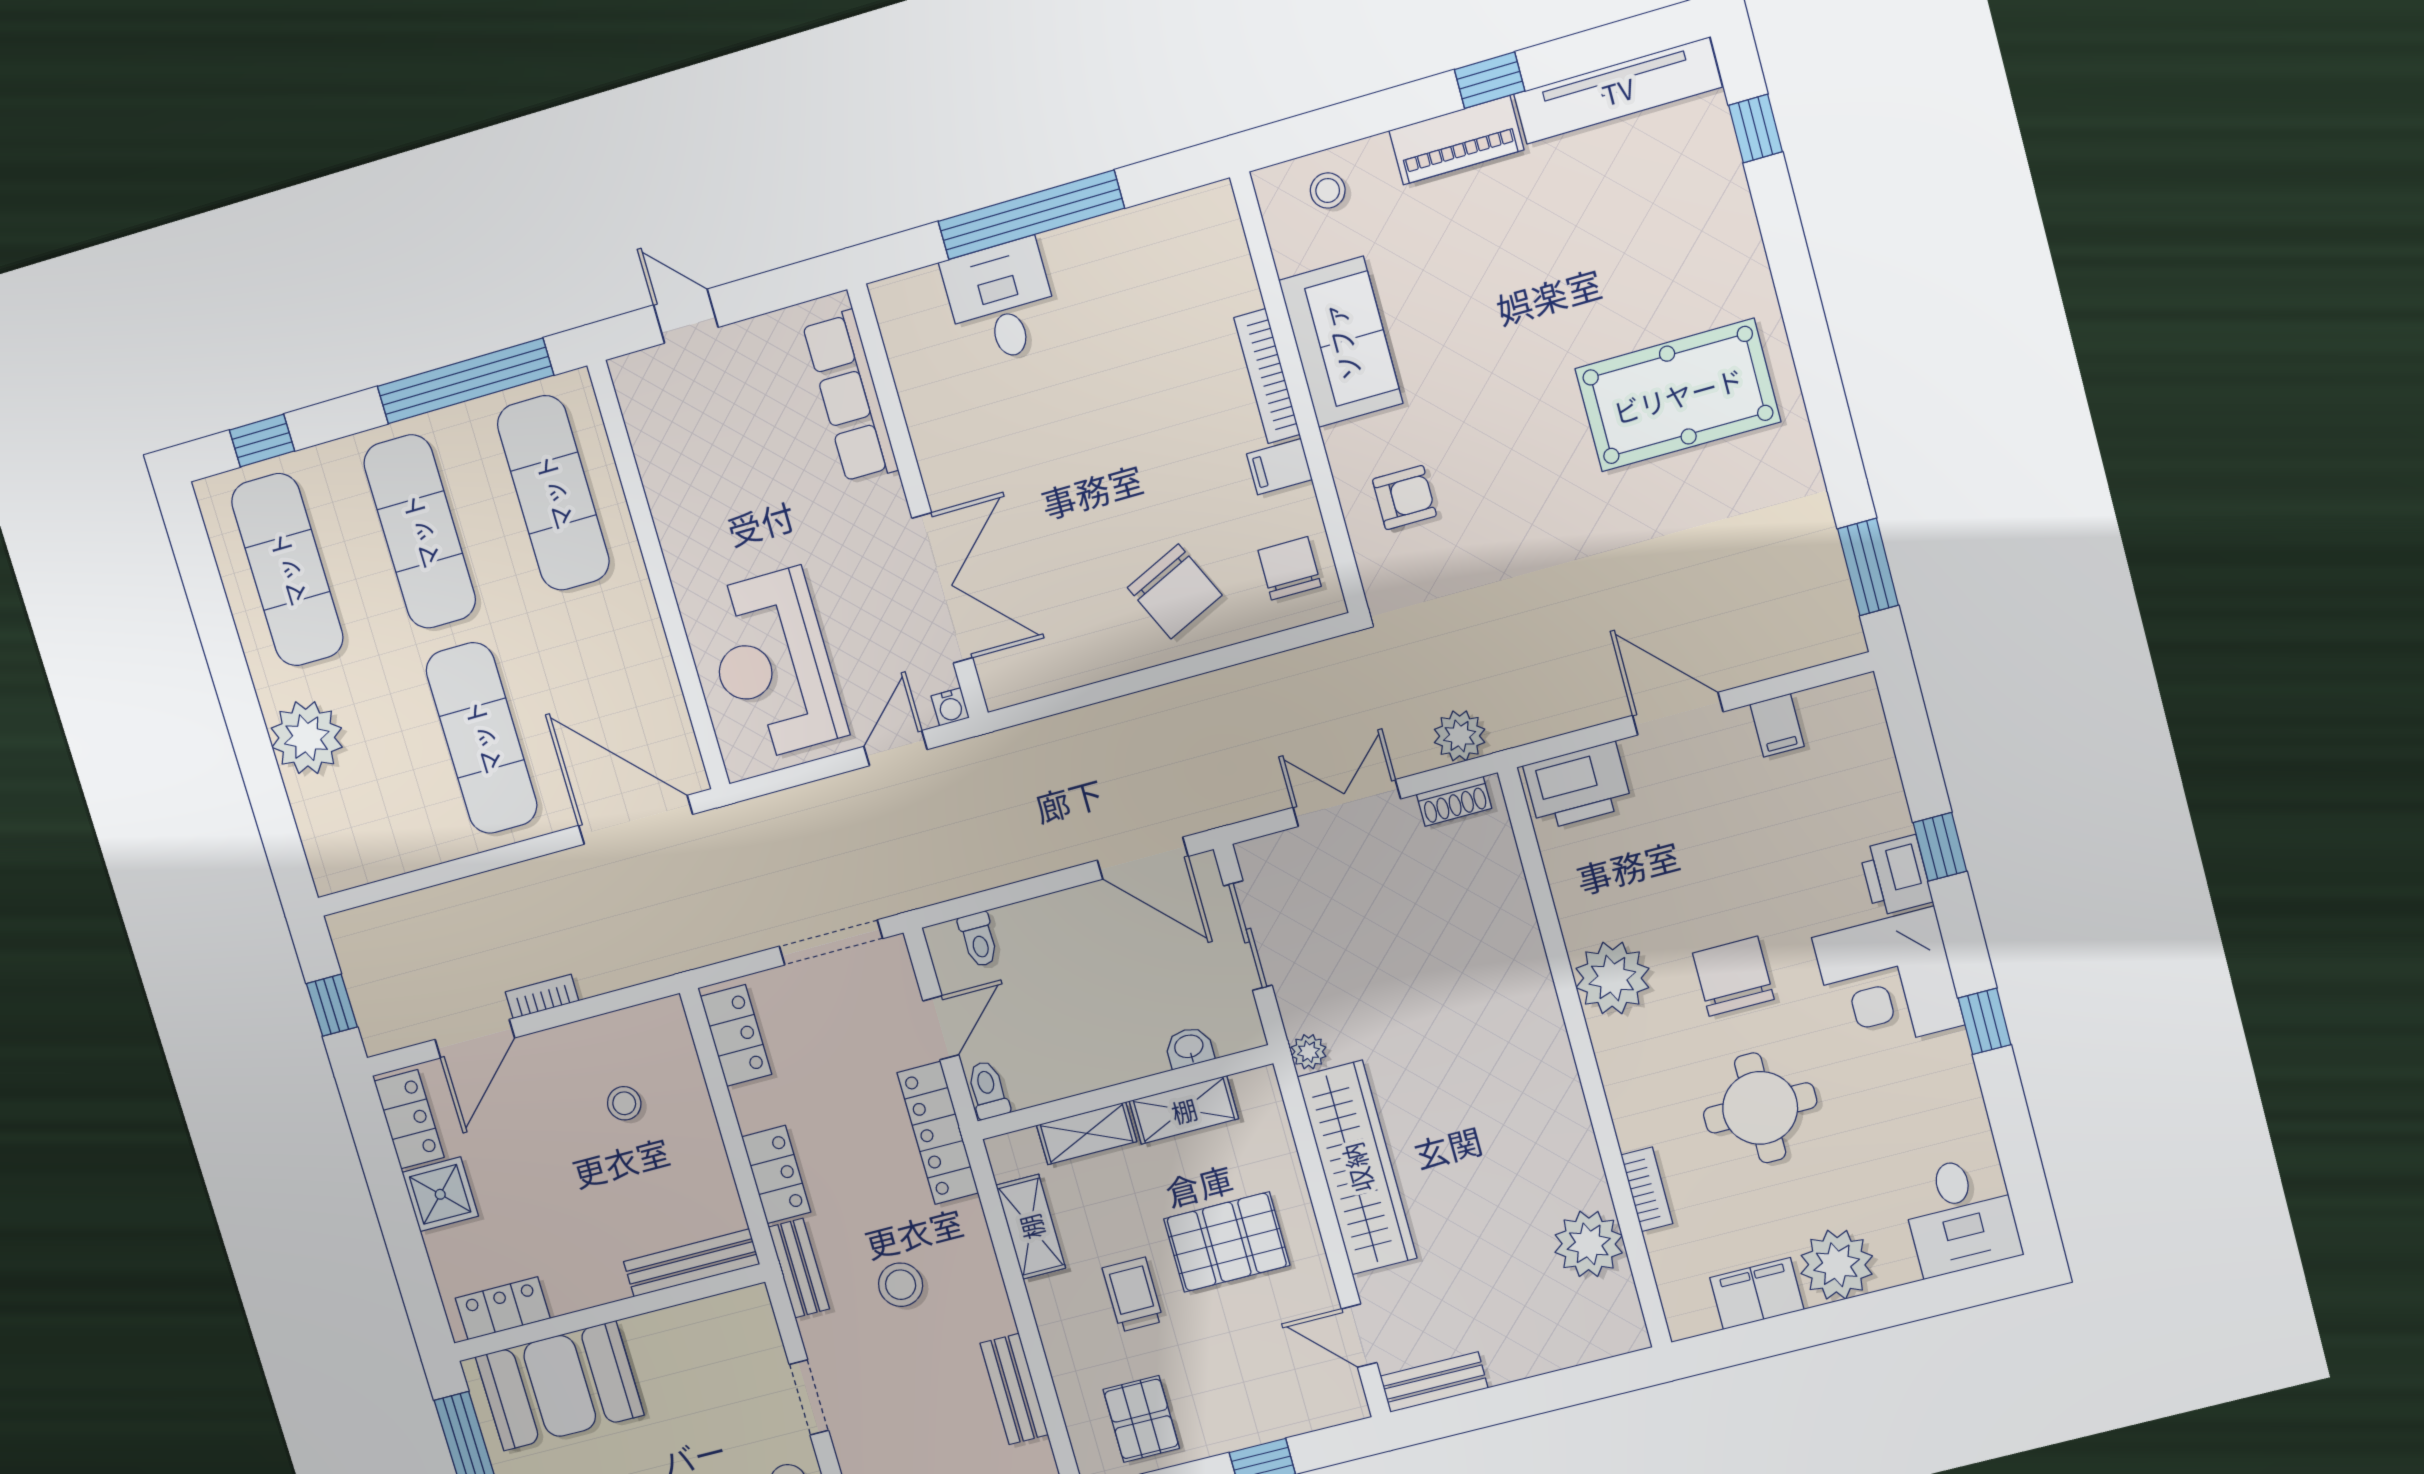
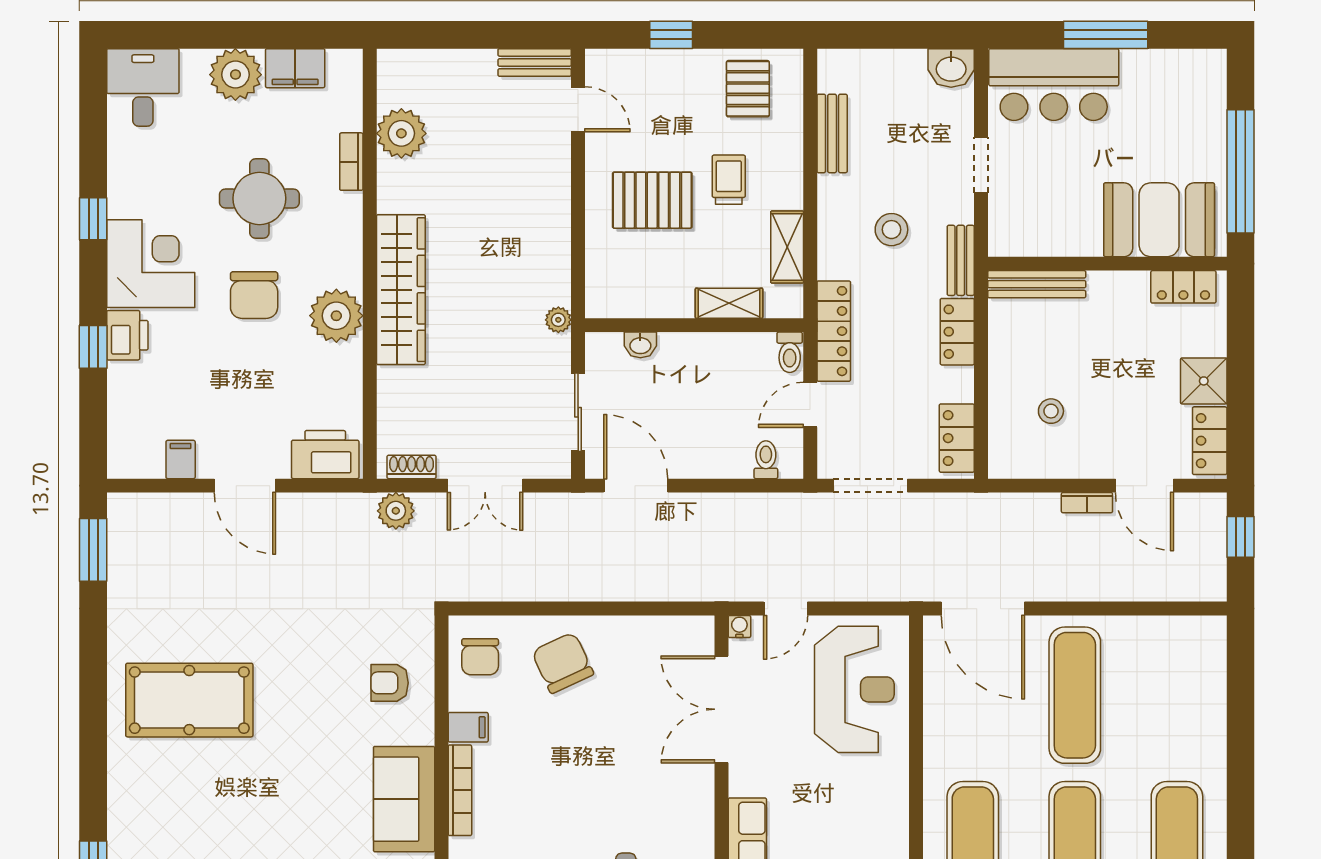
plant: (307, 738) -> (1200, 730), removed
door: (475, 1039) -> (1144, 486), swing flipped
shelving: (1184, 1110) -> (656, 302), removed
wardrobe: (1357, 1168) -> (401, 290), moved, turned 180
trolley: (1133, 1295) -> (729, 180), turned 180

